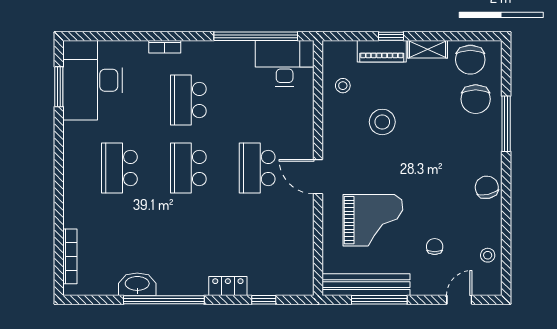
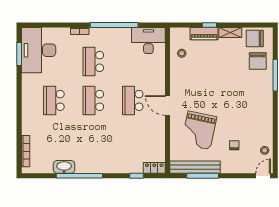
window: (256, 36) -> (114, 25), moved
chair: (470, 60) -> (255, 38), turned 90
stool: (382, 122) -> (204, 74), removed
chair: (487, 187) -> (264, 111), removed
grand piano: (373, 220) -> (199, 130), turned 102
locker: (228, 286) -> (154, 168), moved
door: (459, 300) -> (263, 176), moved

